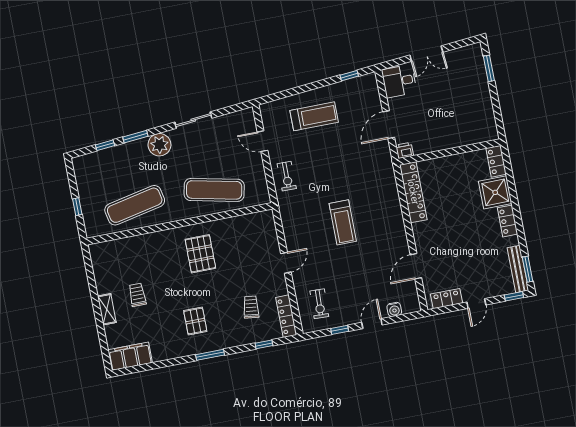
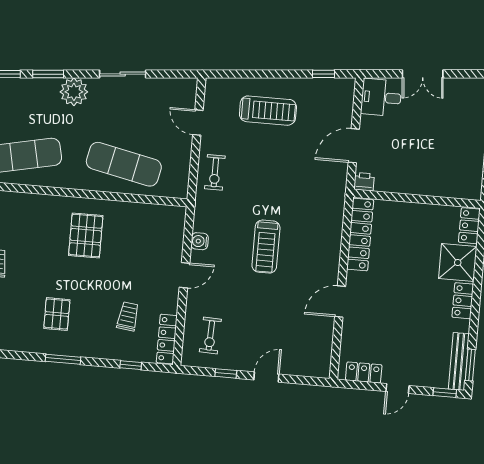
door: (416, 266) -> (340, 302), moved
water cooler: (394, 309) -> (200, 241), moved, turned 90

